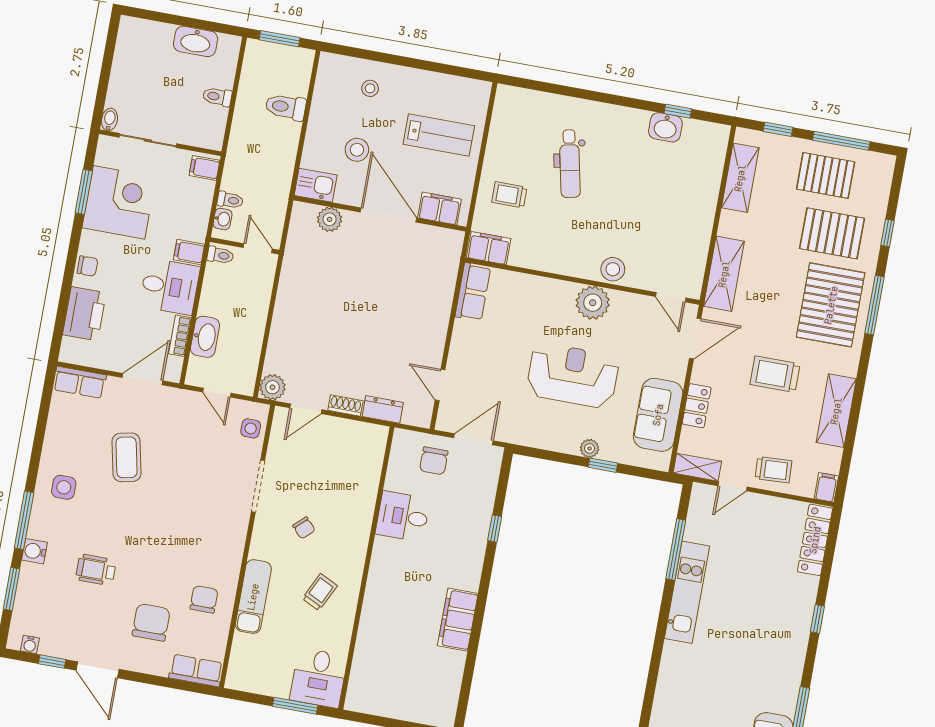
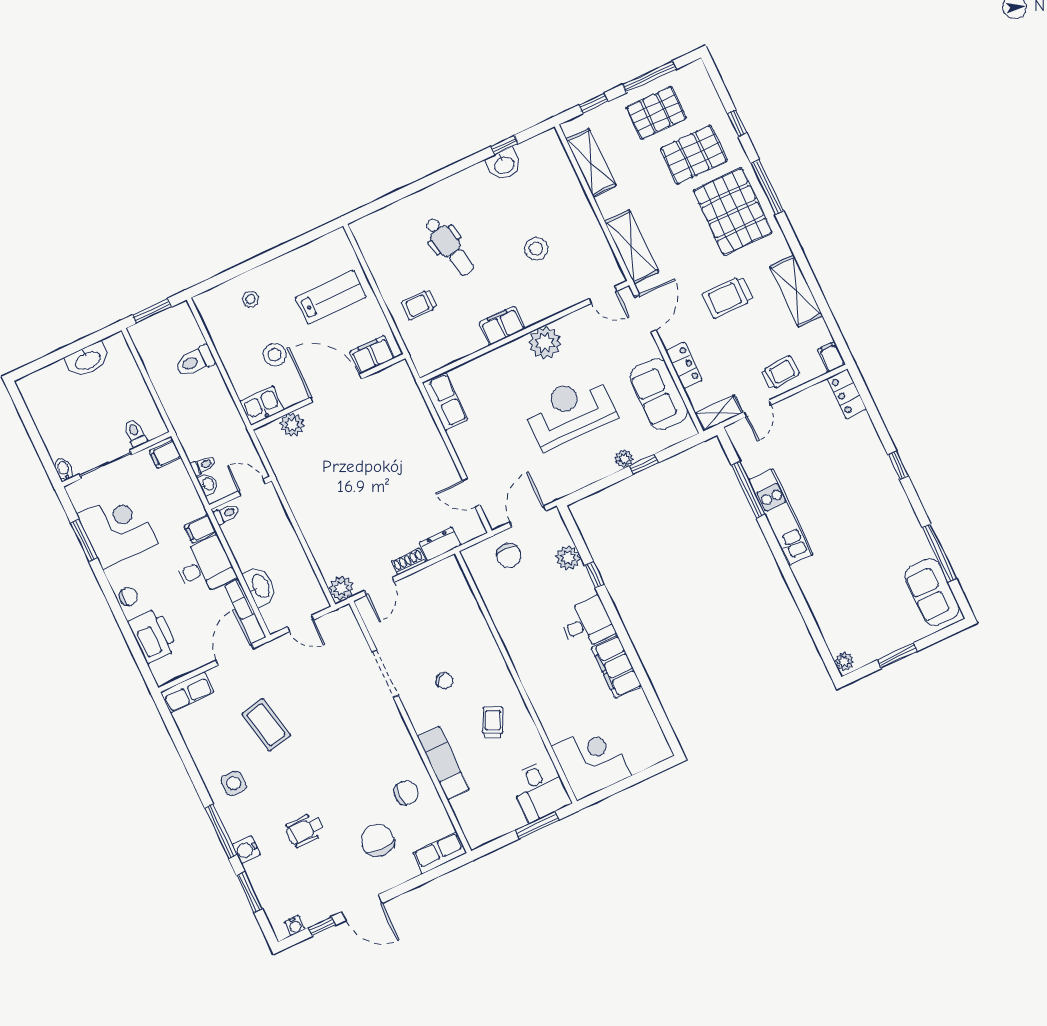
toilet: (217, 97) -> (135, 433), moved, turned 90
filing cabinet: (489, 248) -> (502, 326), moved
stool: (613, 269) -> (536, 249), moved
side table: (251, 428) -> (347, 633), removed
plant: (482, 498) -> (568, 558), added
desk: (403, 516) -> (587, 624), moved, turned 180
locker: (815, 540) -> (847, 394), width x0.66
chair: (204, 599) -> (406, 793), turned 90
corner desk: (380, 684) -> (591, 761), added

